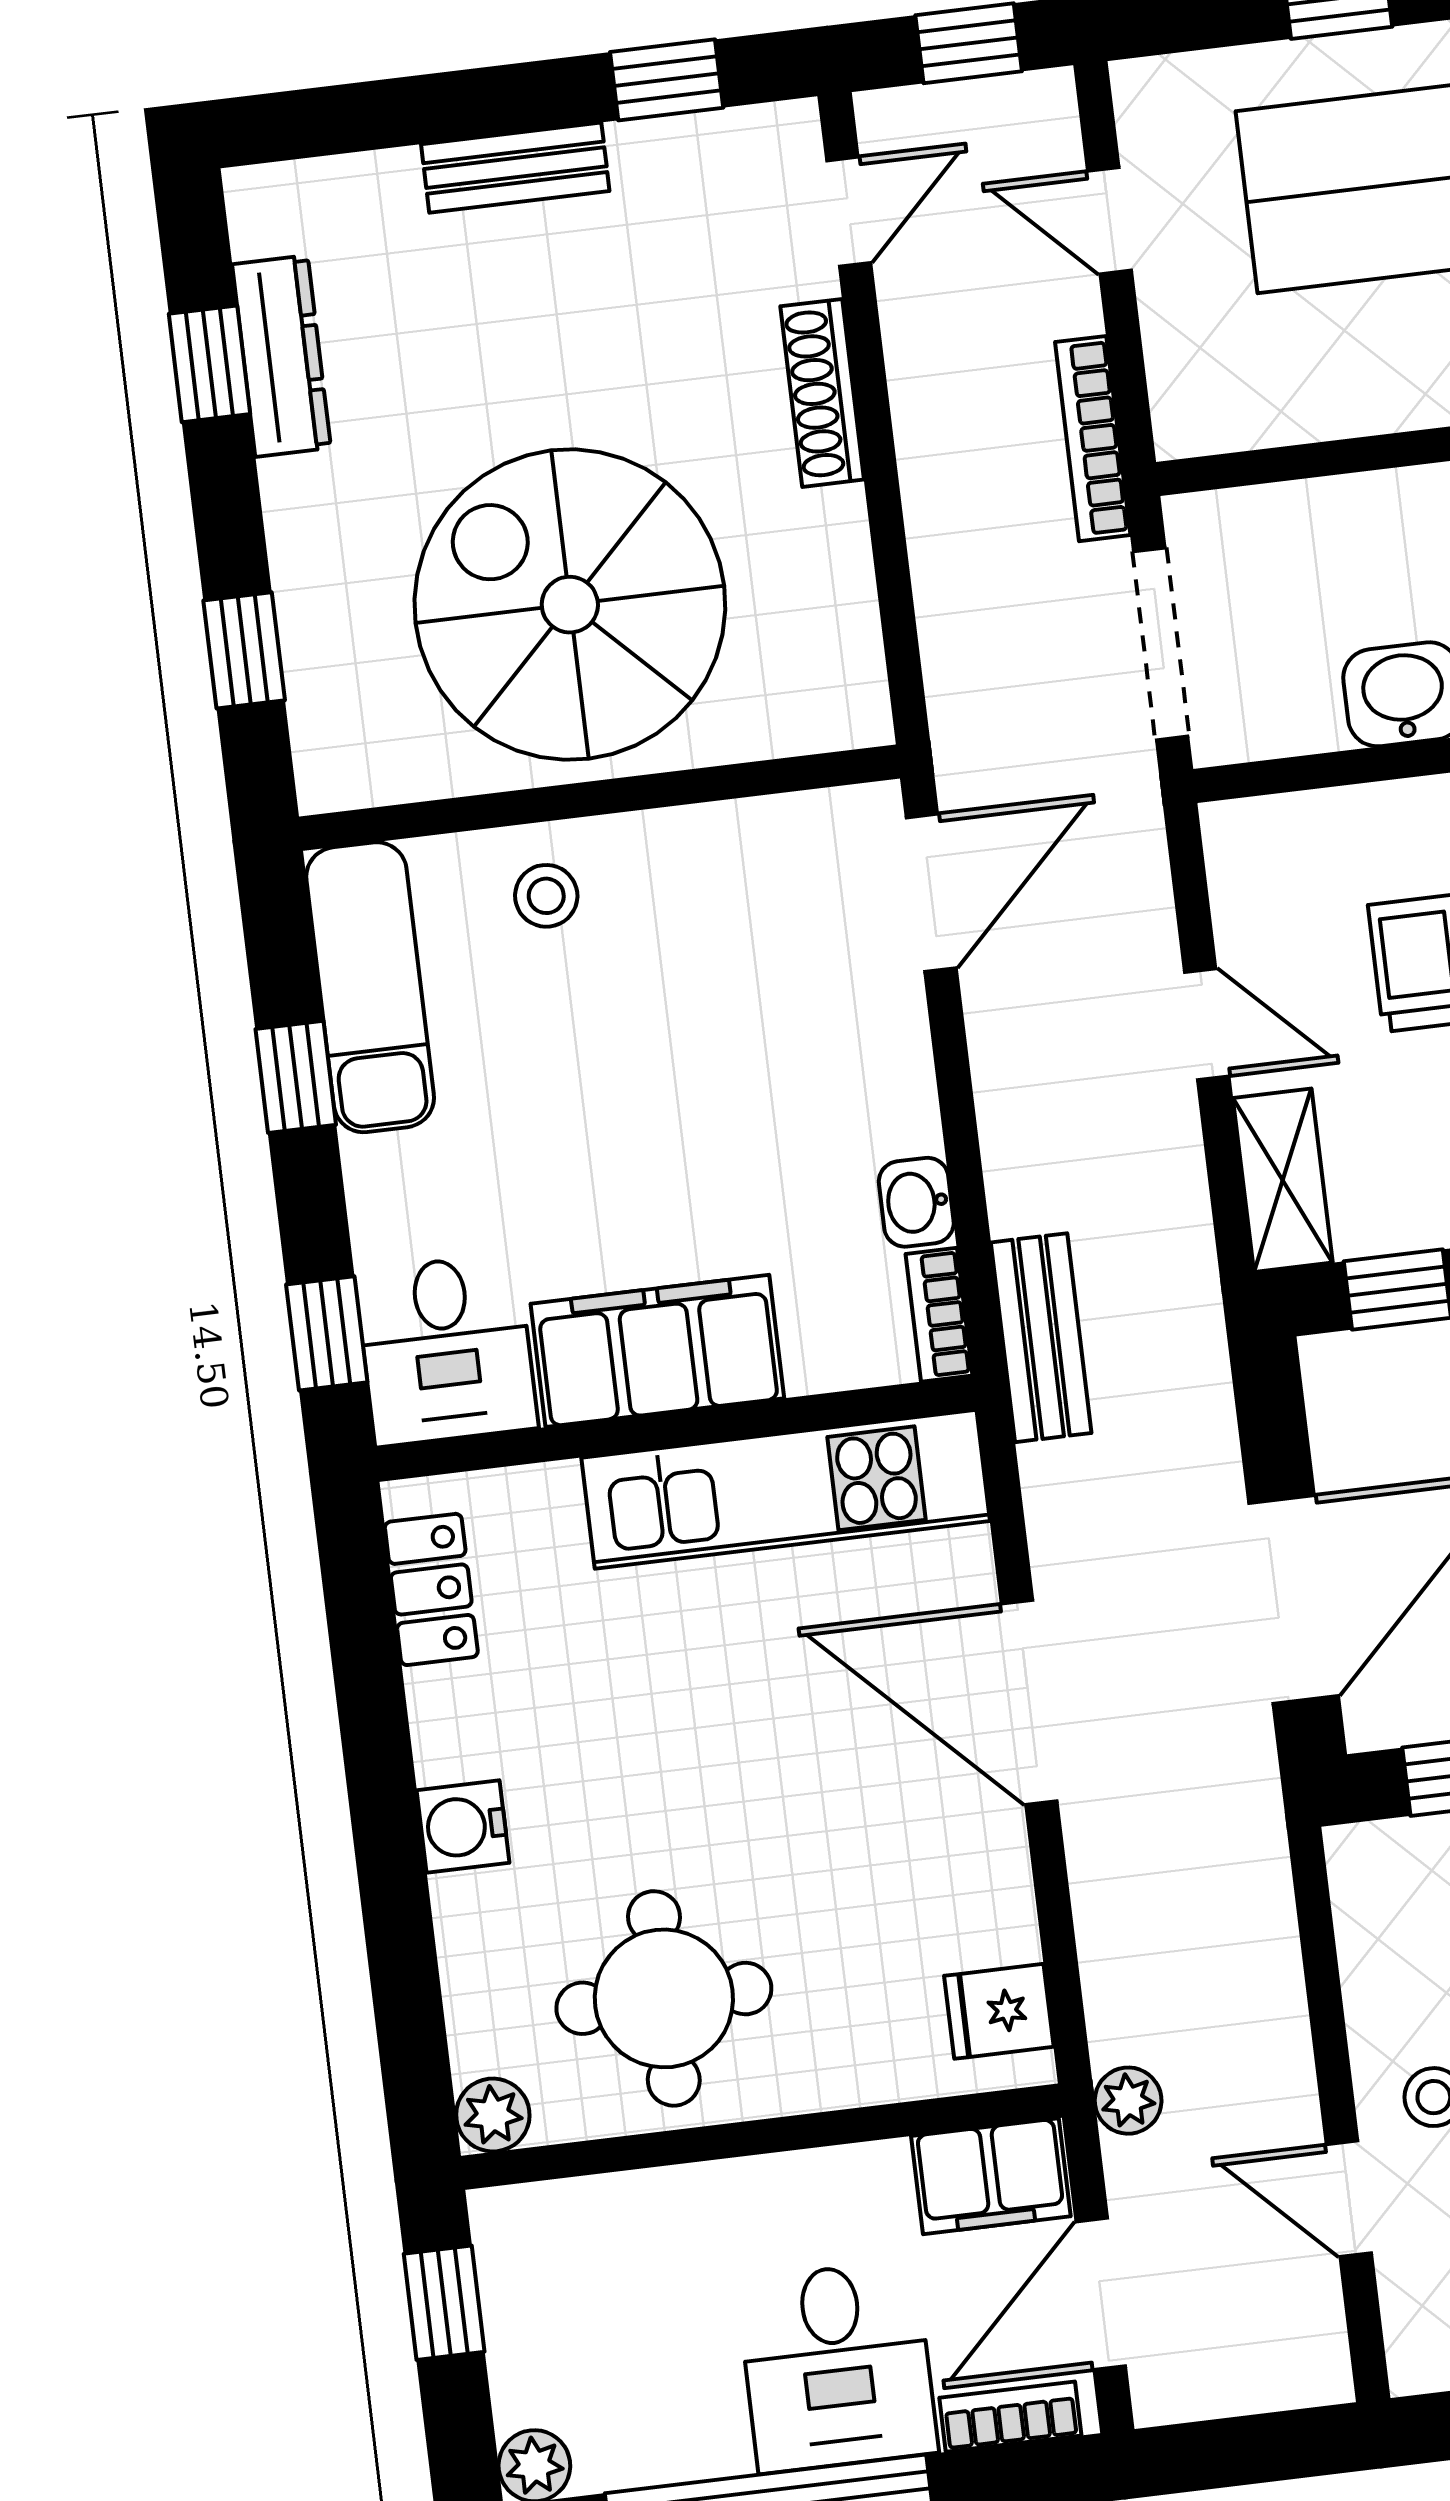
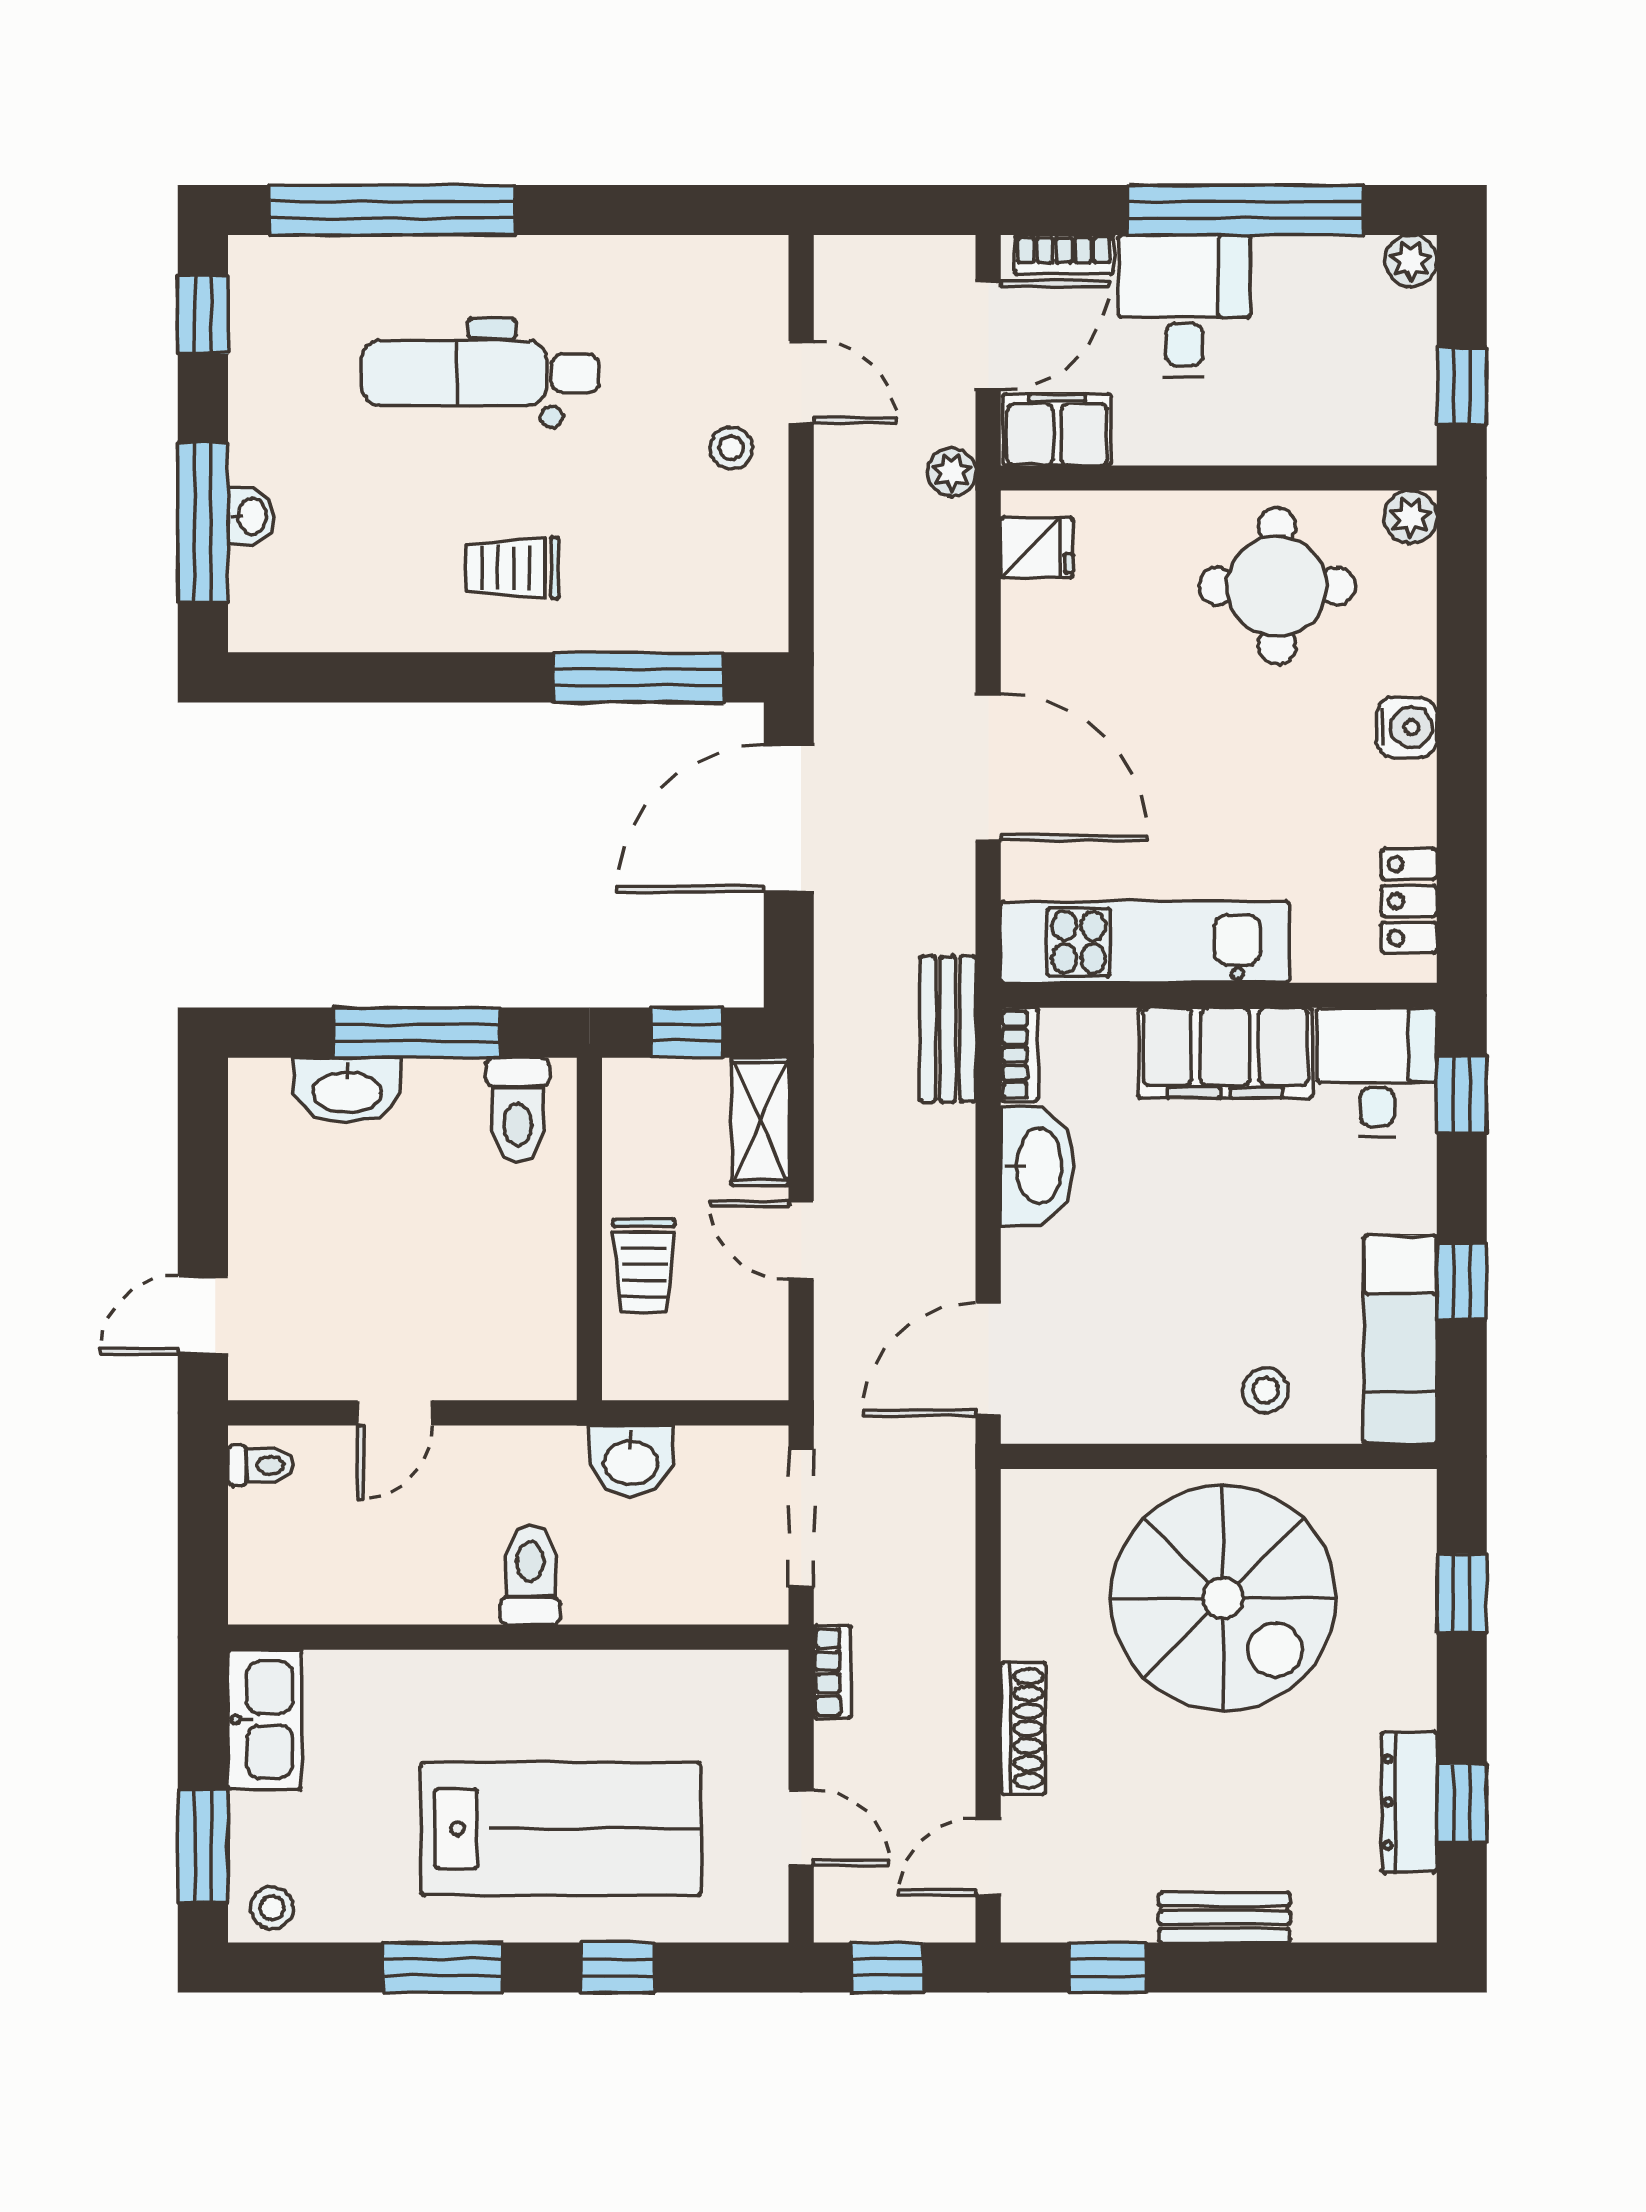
bookcase: (1093, 439) -> (832, 1672), width x0.64
washbasin: (916, 1202) -> (1037, 1166), width x1.91, depth x1.45

